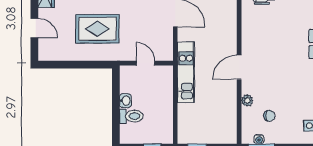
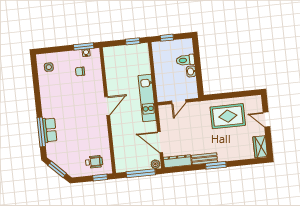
rug: (97, 29) -> (228, 116), moved
door: (146, 63) -> (179, 102), hinge flipped
plant: (247, 100) -> (98, 81), removed

